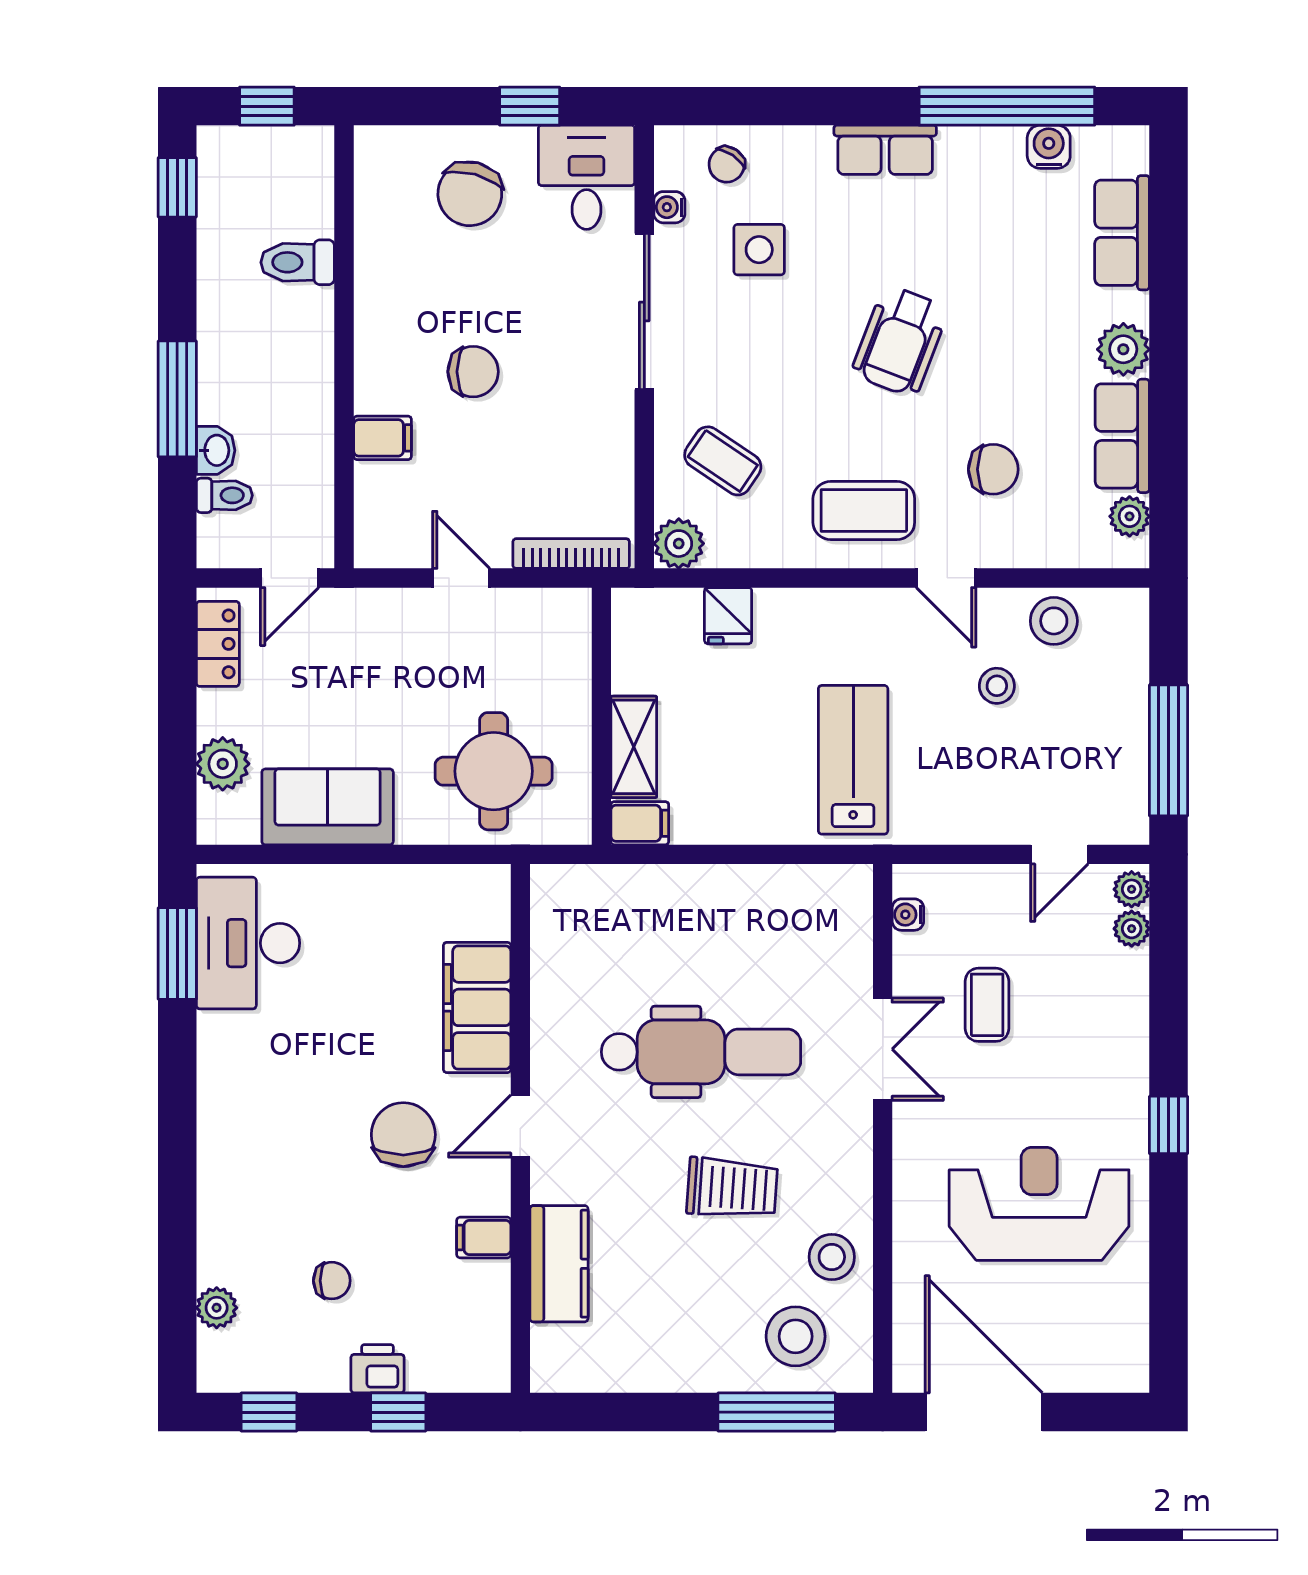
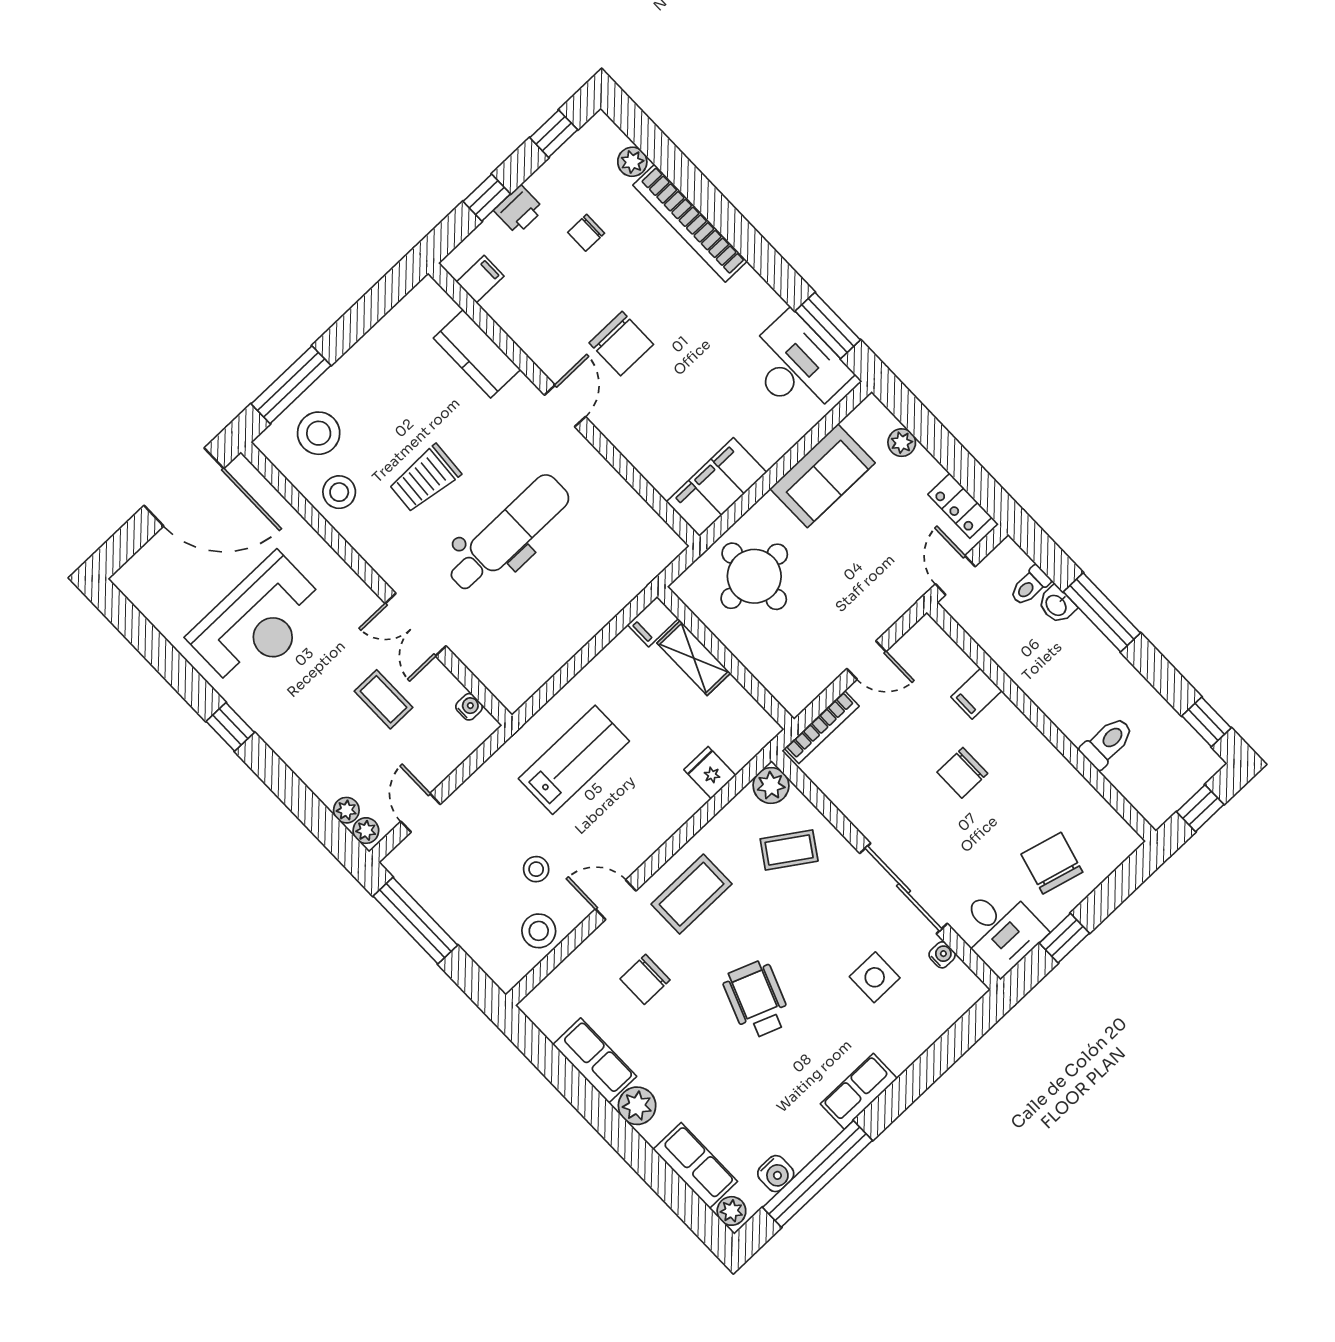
chair: (727, 165) -> (934, 1005), removed
plant: (1130, 516) -> (731, 1211), moved
lab bench: (853, 760) -> (574, 760), turned -90
plant: (223, 764) -> (902, 443), width x0.73, depth x0.73
filing cabinet: (477, 1007) -> (716, 487), moved, turned -90
dental chair: (701, 1052) -> (508, 534), turned 180
bookcase: (218, 1190) -> (690, 223), added
filing cabinet: (484, 1237) -> (480, 279), moved

